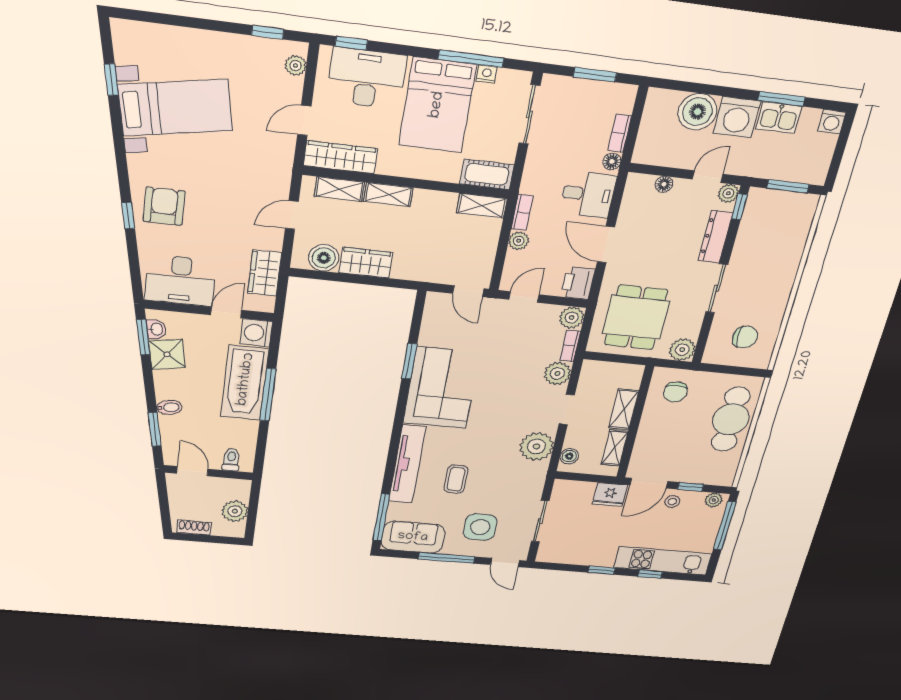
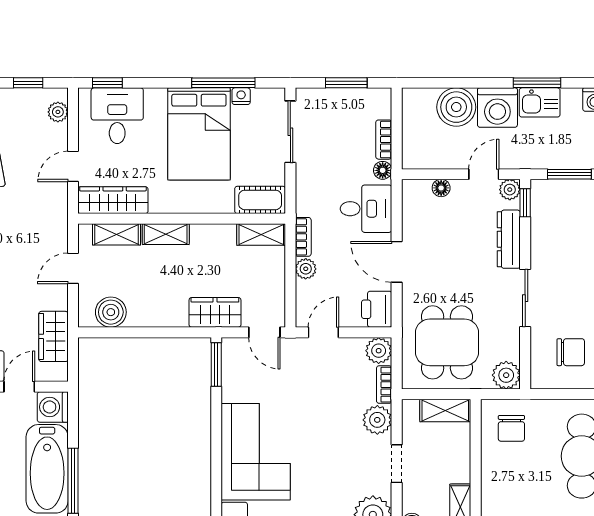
desk: (367, 78) -> (117, 116), width x0.73
wardrobe: (366, 263) -> (215, 312), moved
window: (409, 361) -> (216, 364), moved
shelving: (624, 409) -> (445, 410), moved, turned 90

